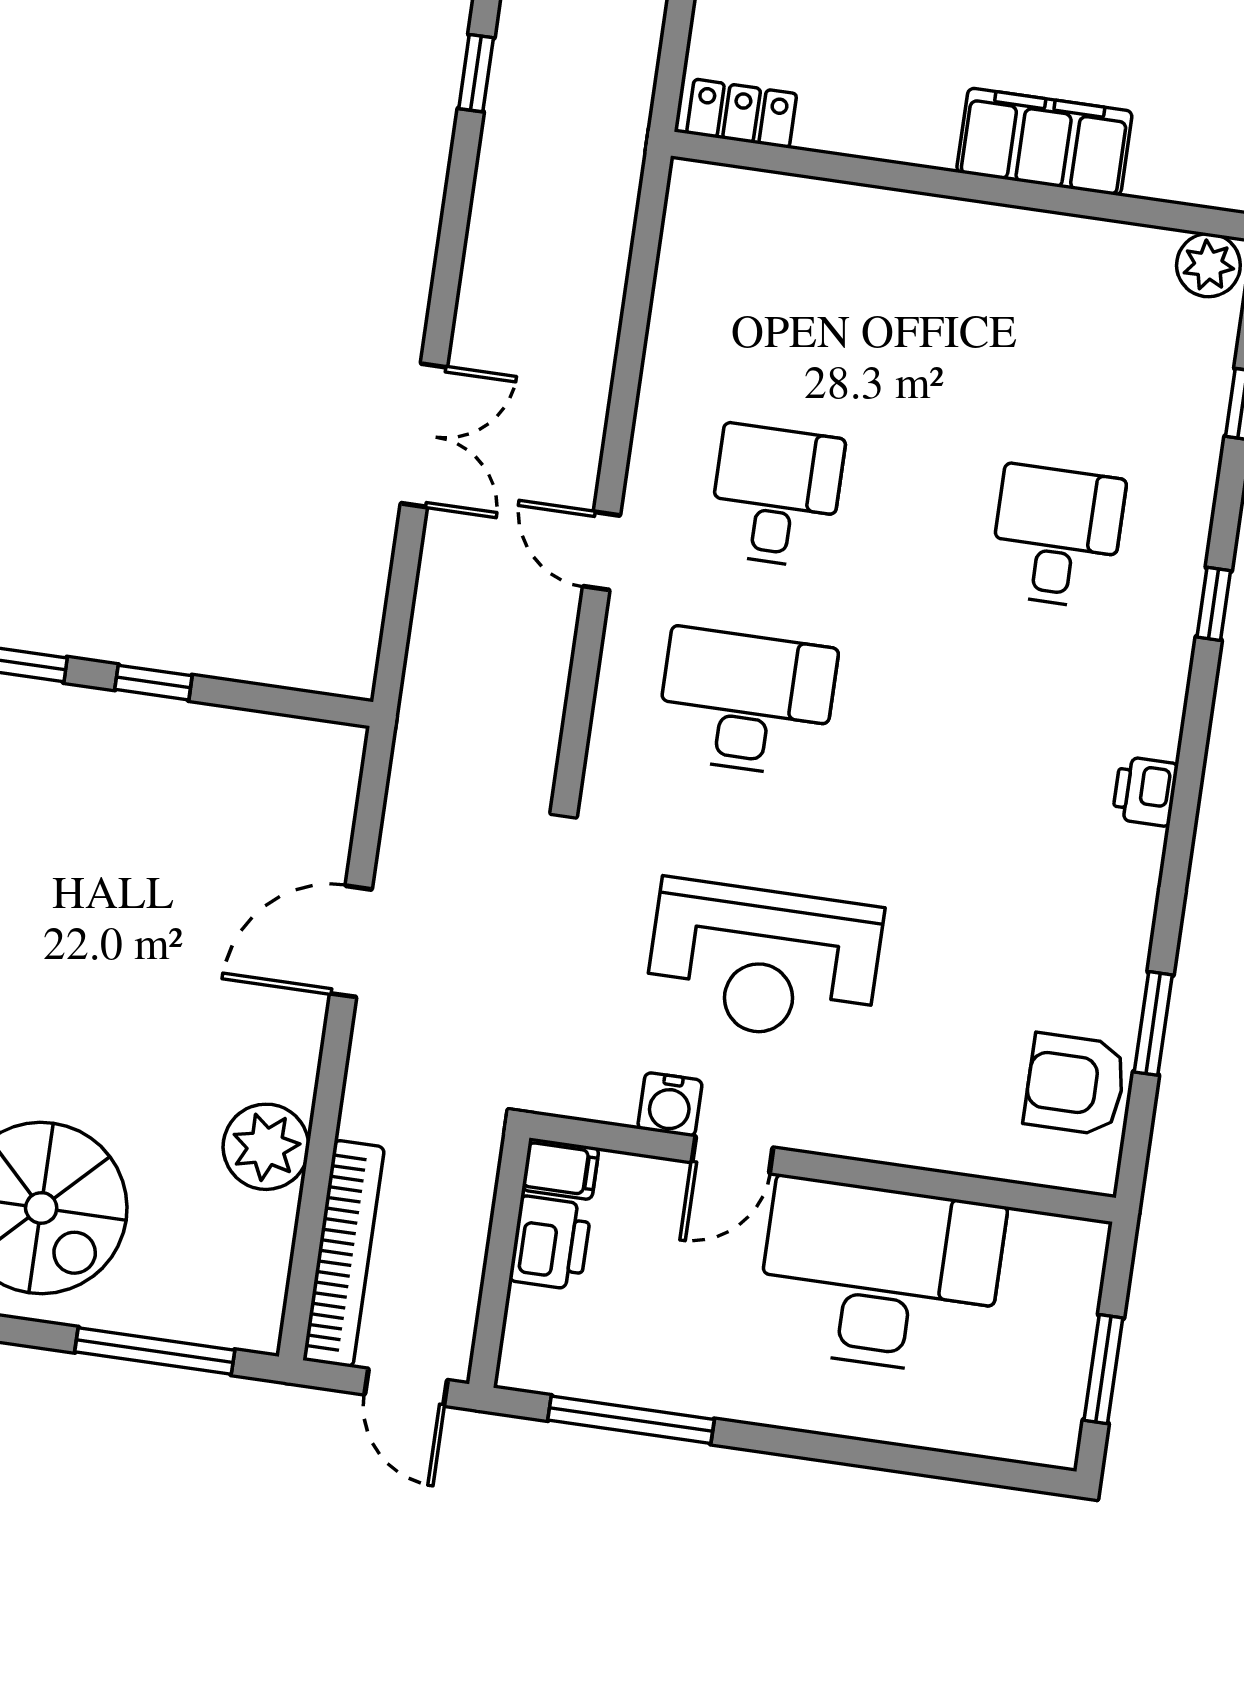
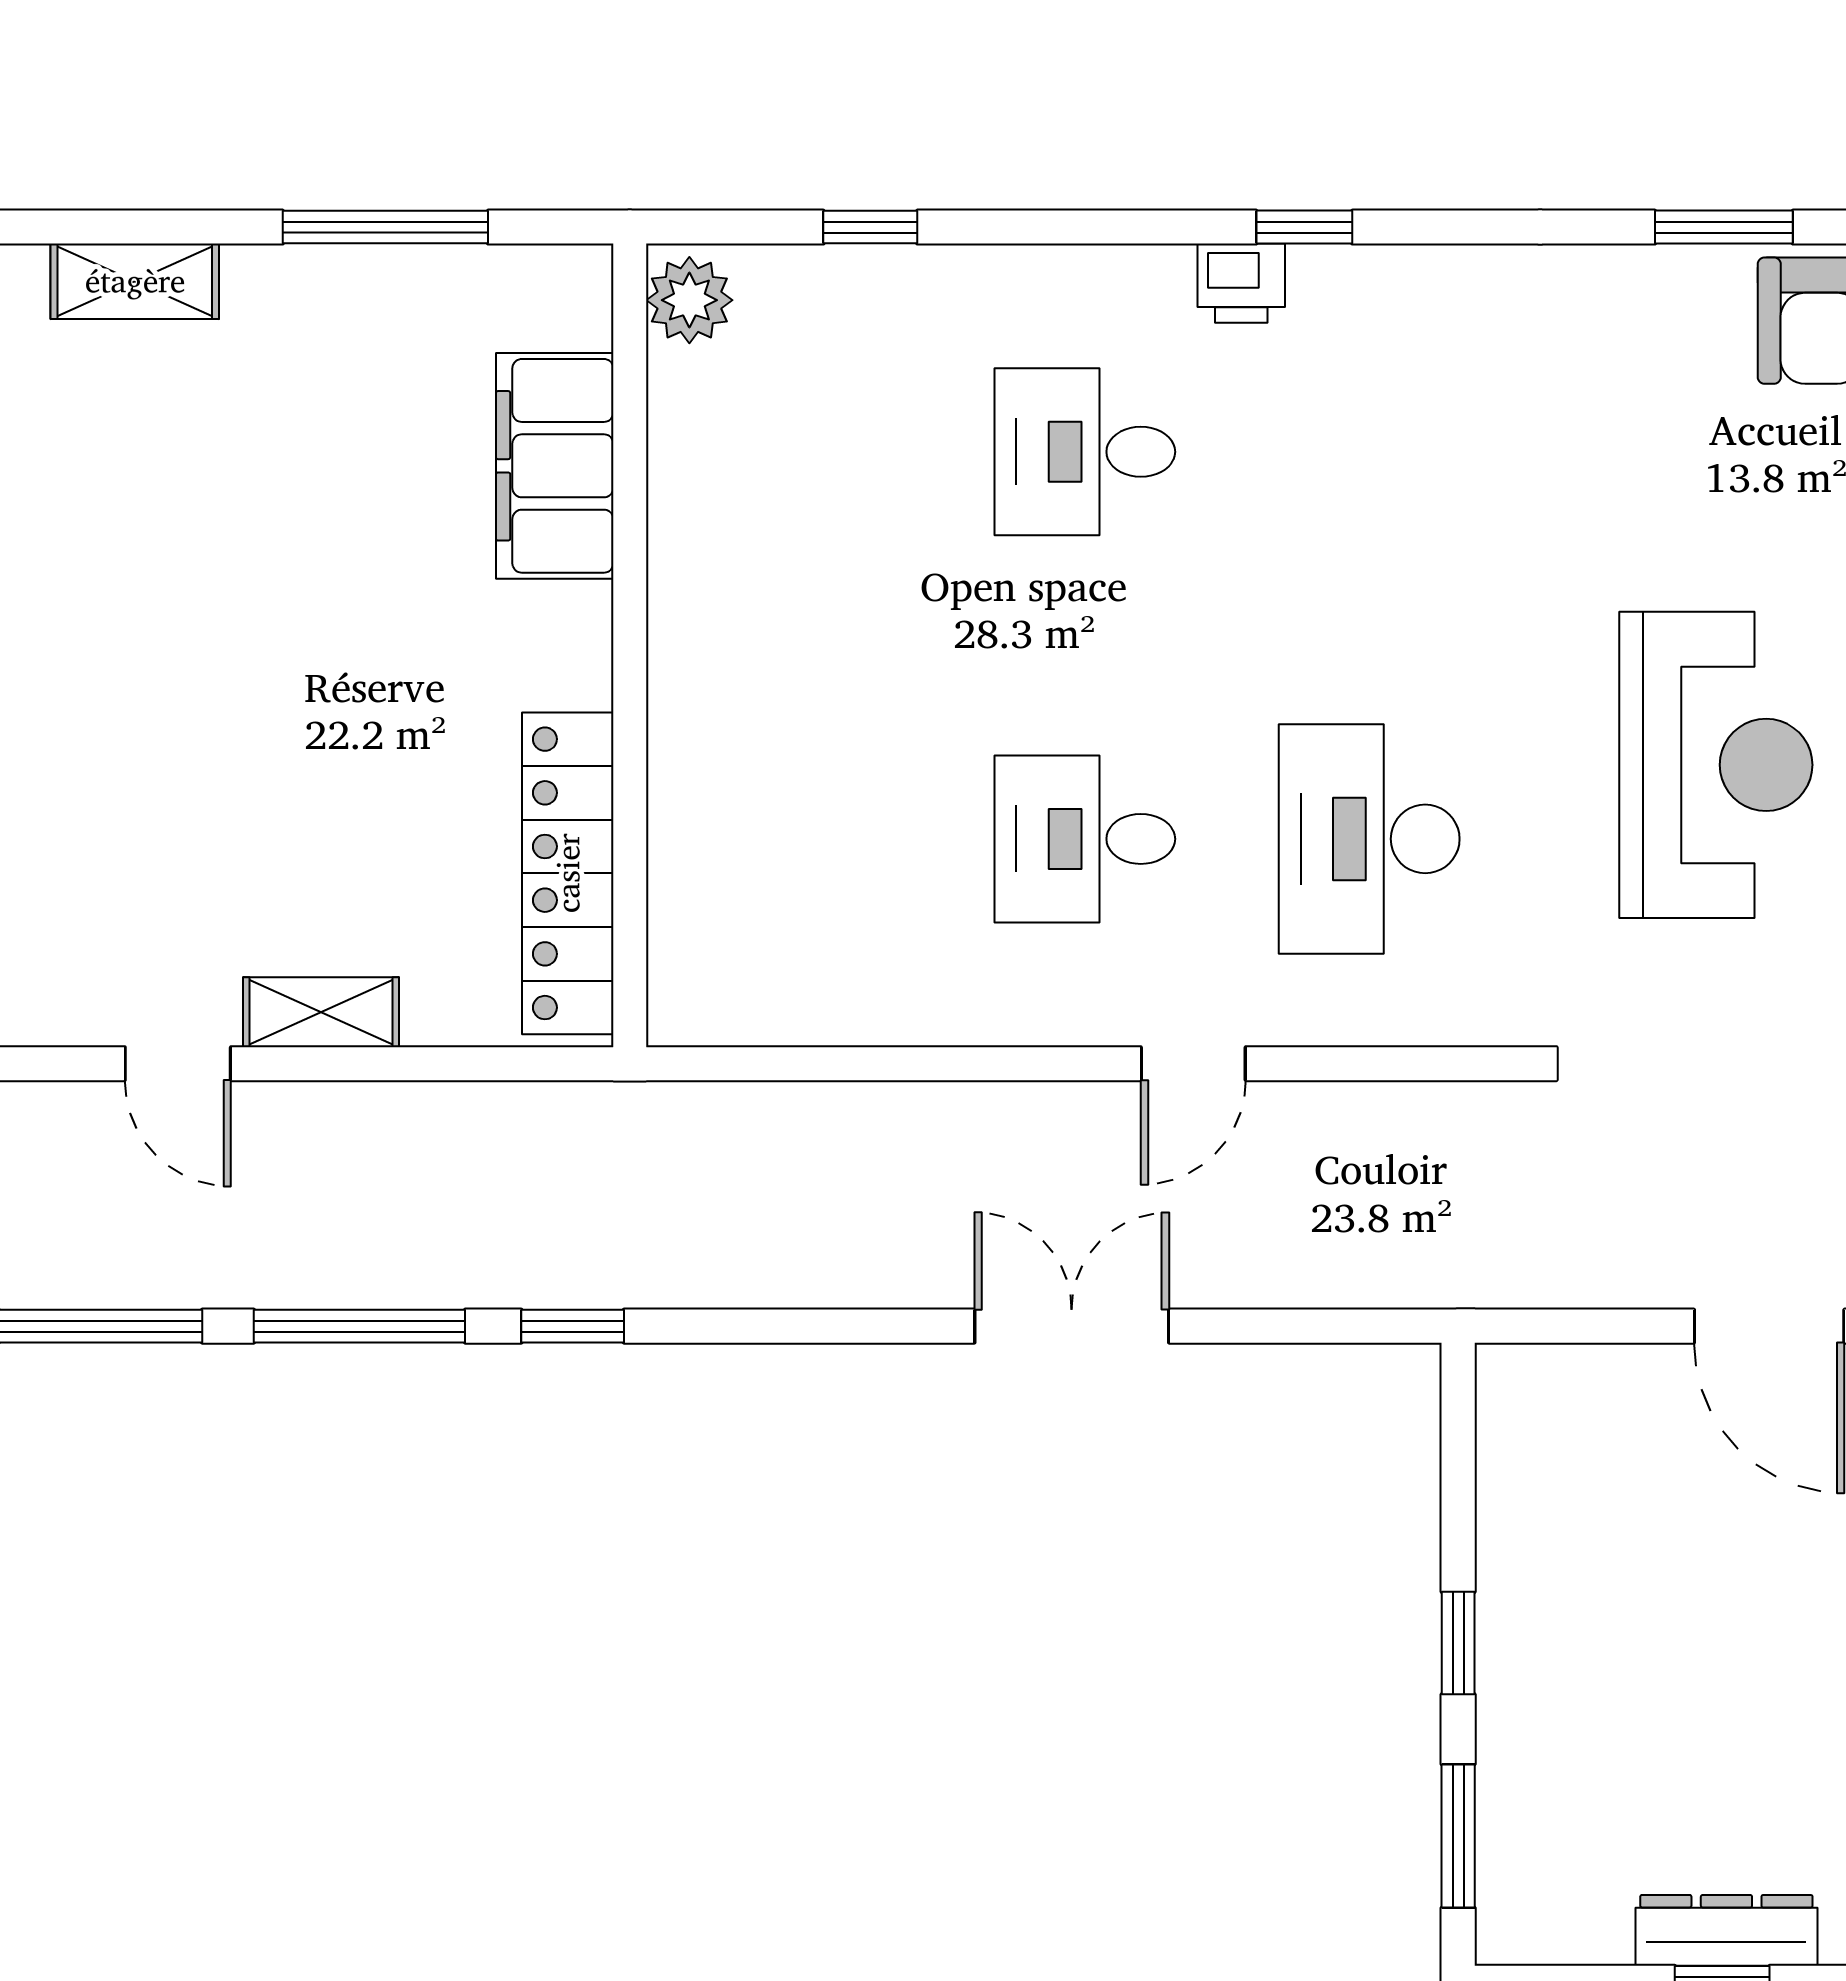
locker: (742, 114) -> (568, 873), width x2.16, depth x1.21
filing cabinet: (1044, 142) -> (555, 466), moved
window: (1214, 604) -> (1304, 227), moved
printer: (1145, 791) -> (1241, 283), moved

